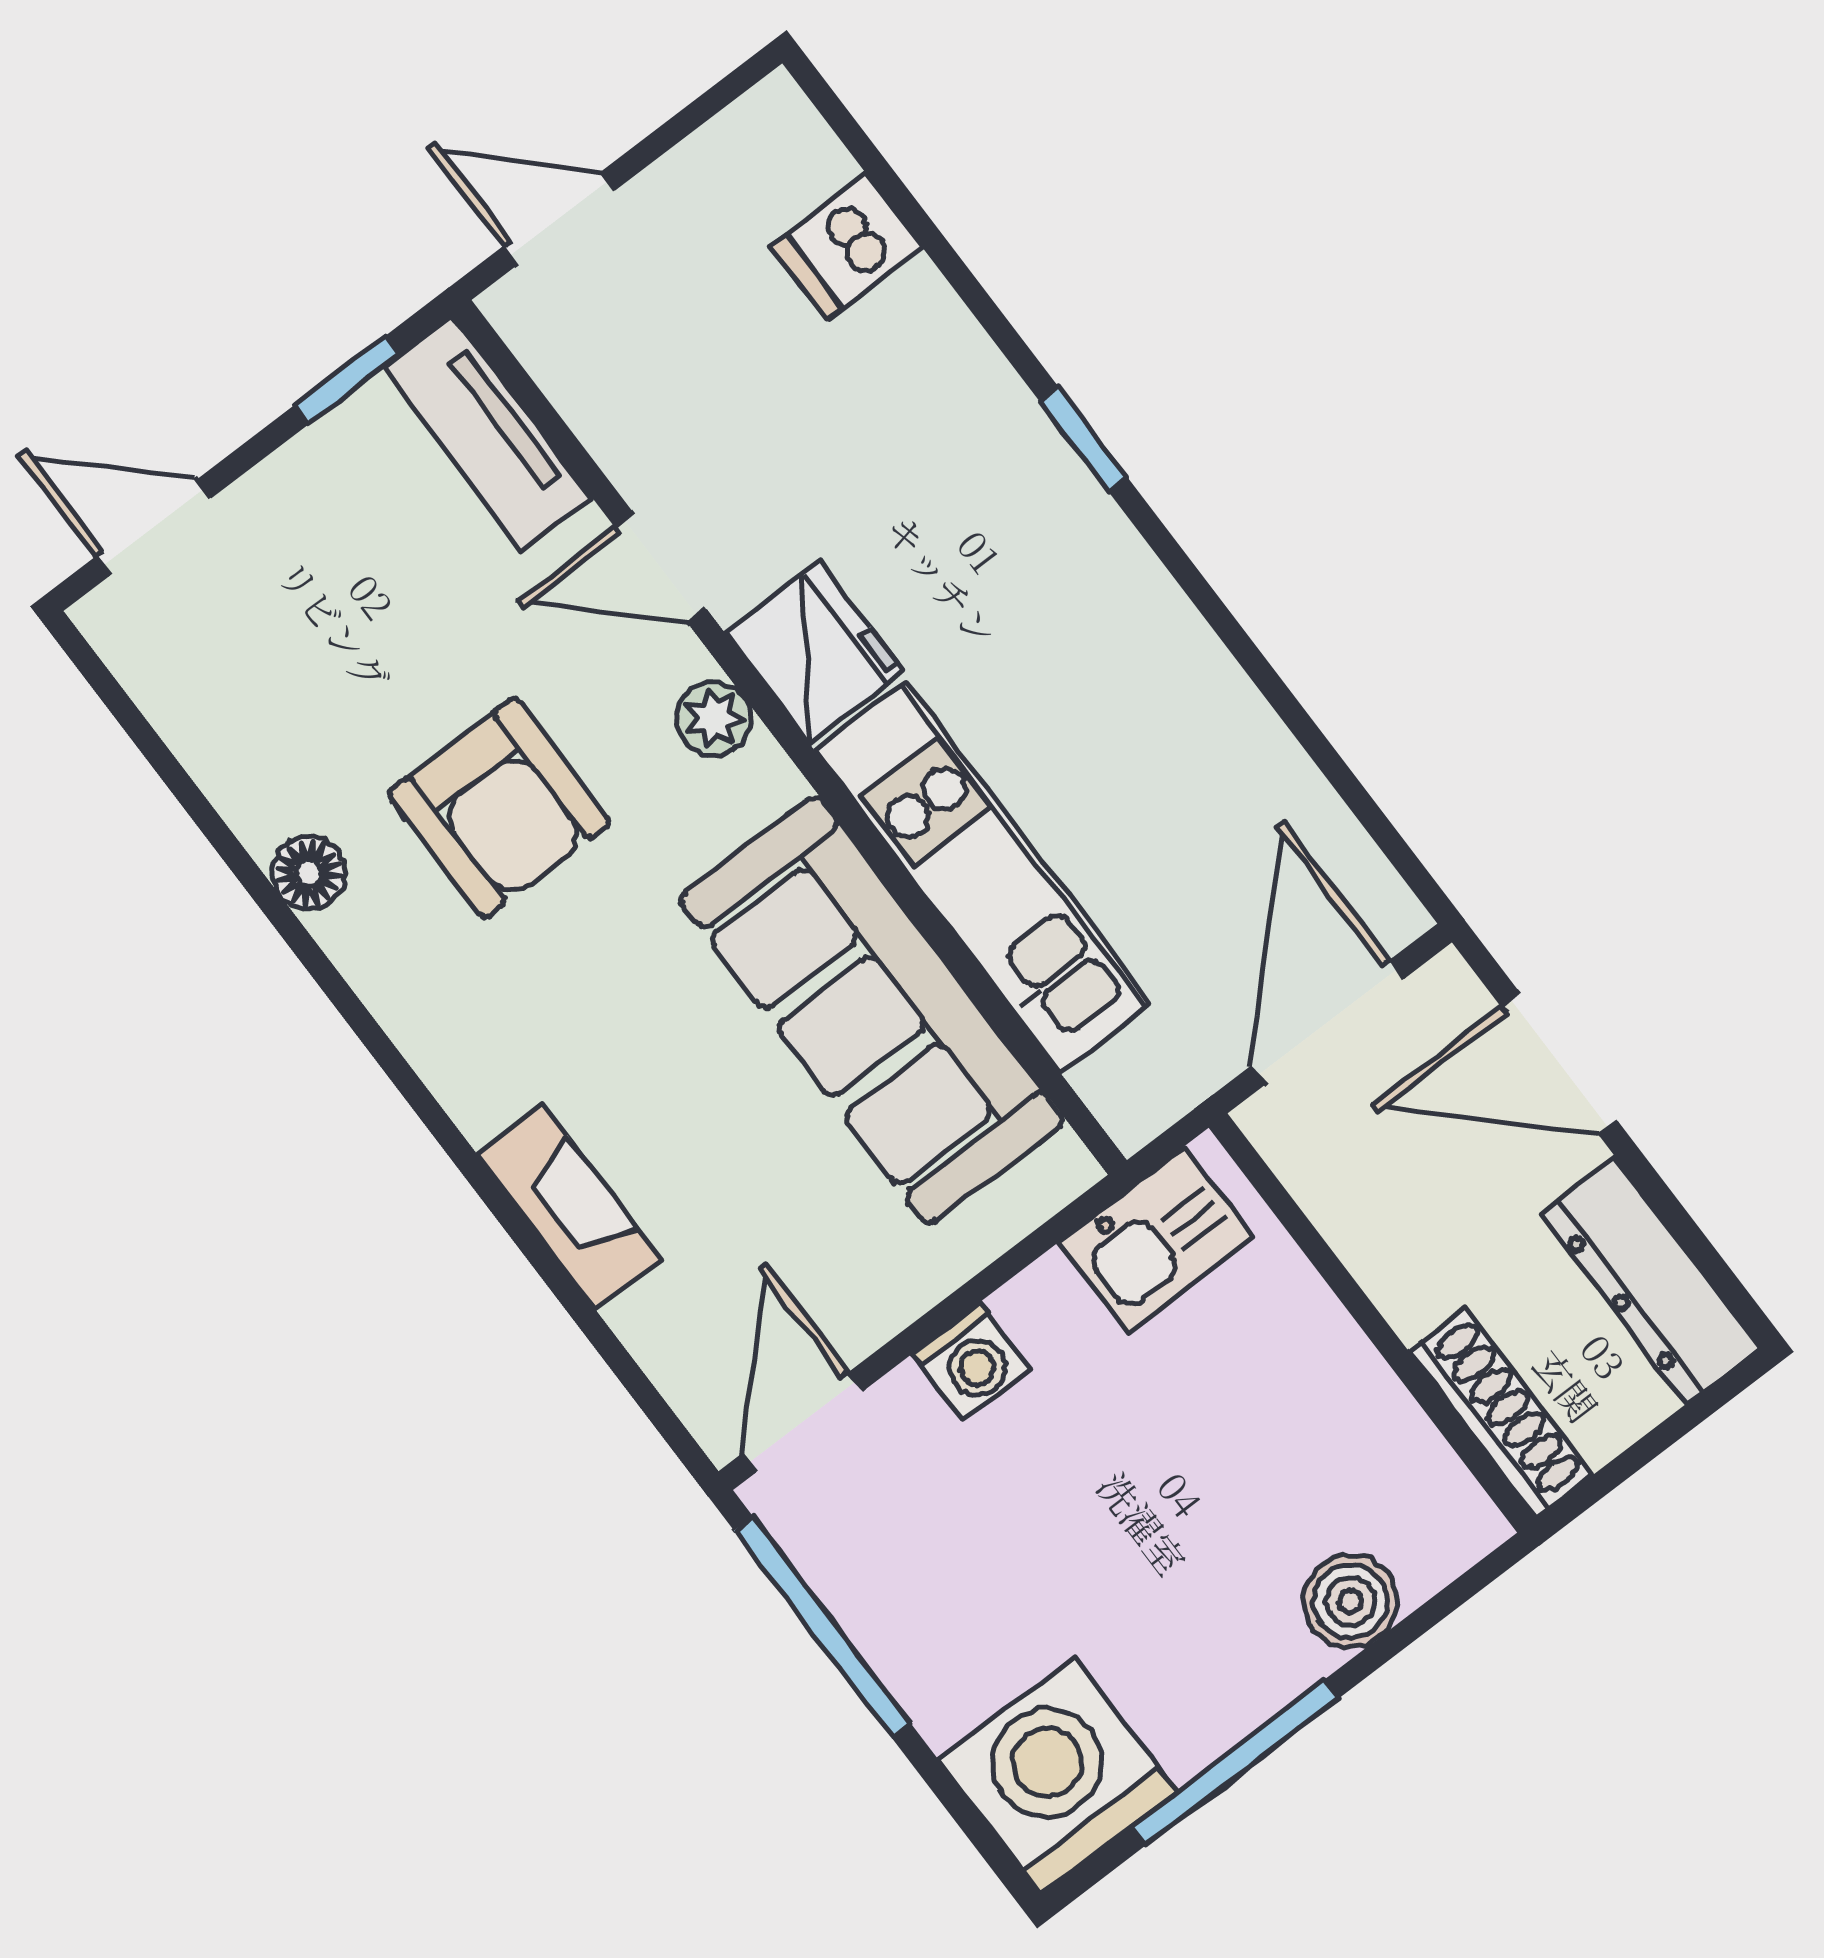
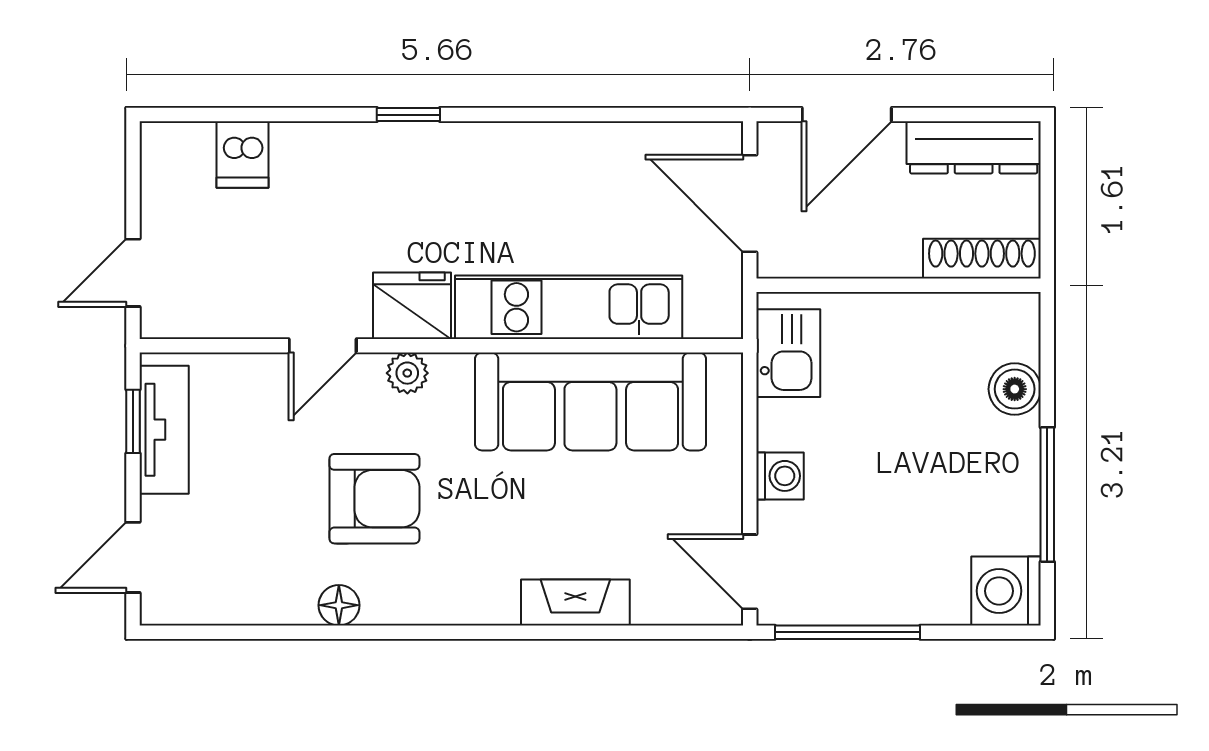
tv unit: (487, 432) -> (164, 430), moved, turned -90
washing machine: (1058, 1776) -> (1006, 591), width x0.73, depth x0.73

